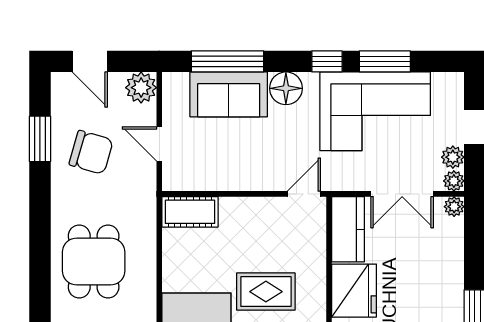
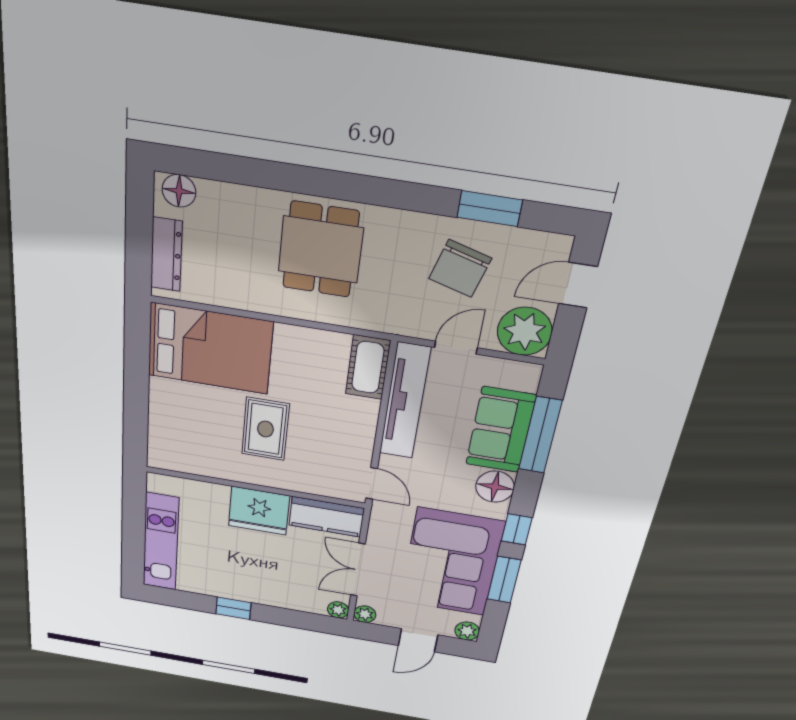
plant: (141, 88) -> (525, 331), width x1.36, depth x1.36
plant: (453, 157) -> (467, 631), moved
tv unit: (216, 177) -> (405, 401), added
dining table: (94, 261) -> (321, 250), turned 90

